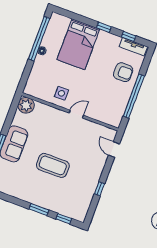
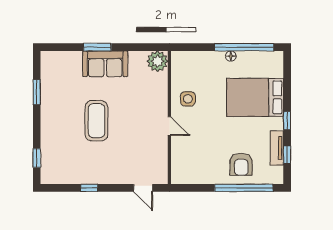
tv unit: (133, 47) -> (277, 148), moved
window: (134, 96) -> (244, 188), moved
door: (114, 150) -> (143, 188), swing flipped
window: (39, 210) -> (37, 92), moved

